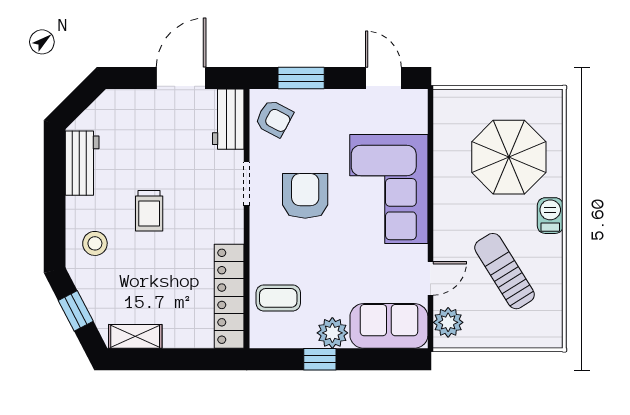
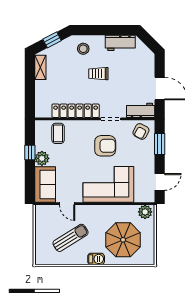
locker: (229, 296) -> (76, 111), moved
plant: (448, 322) -> (145, 212), moved

